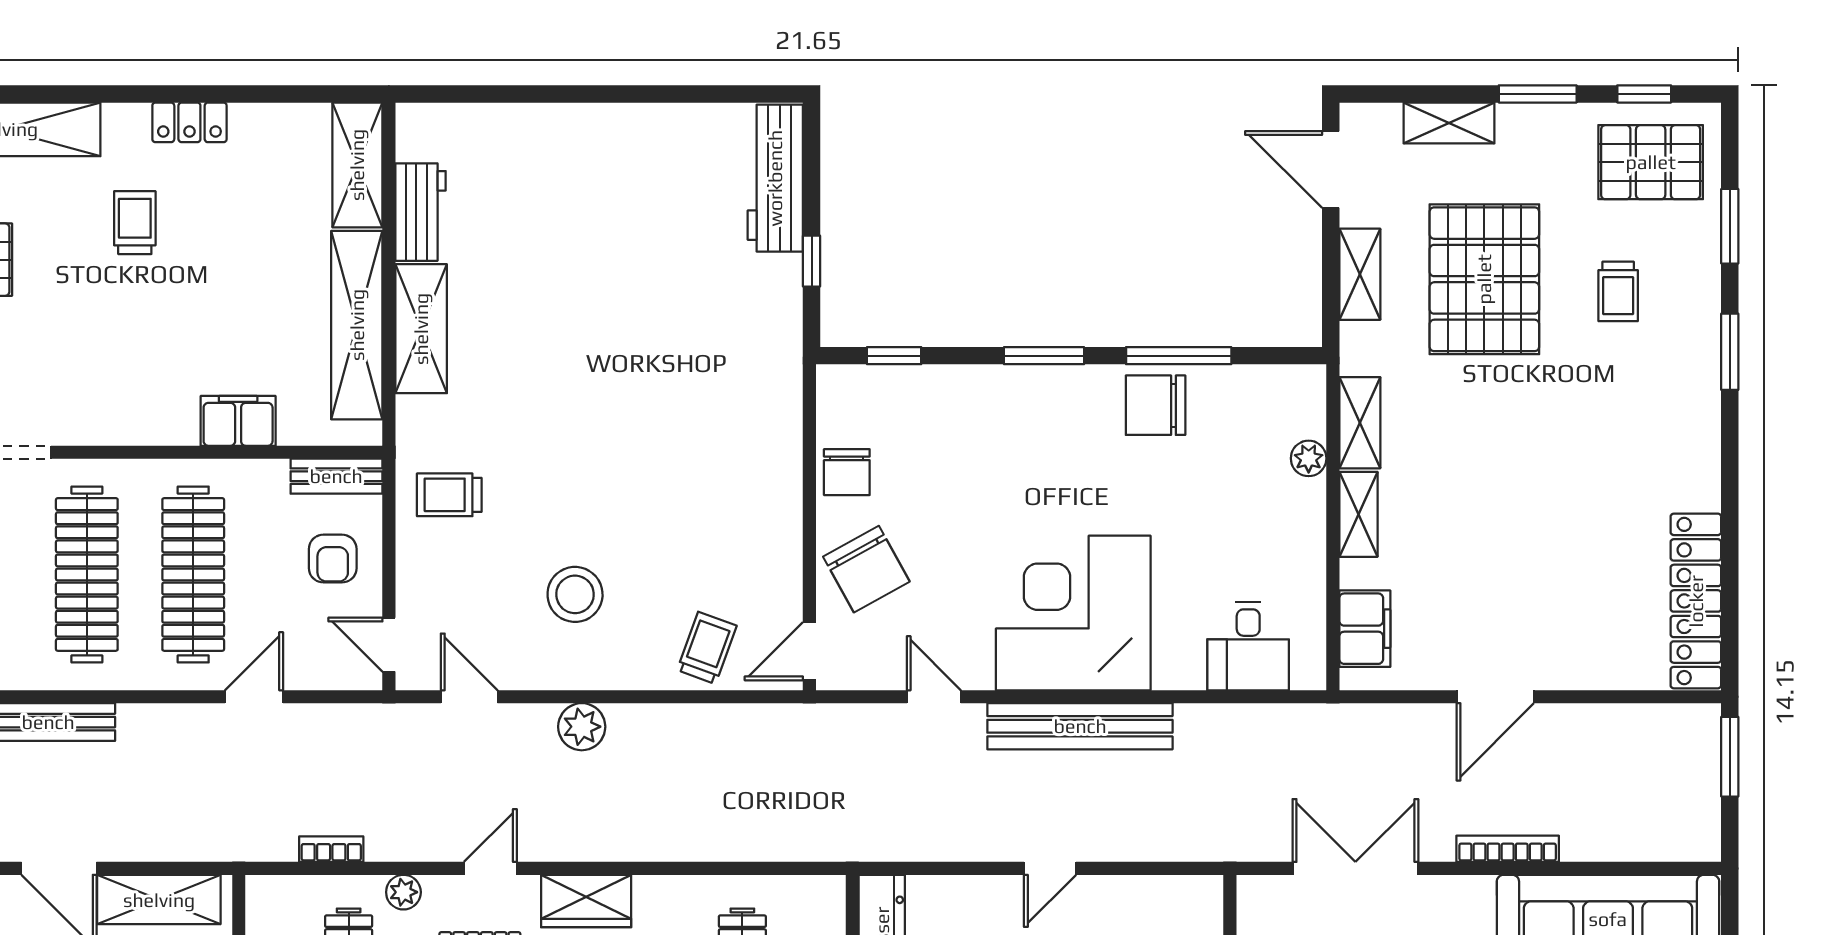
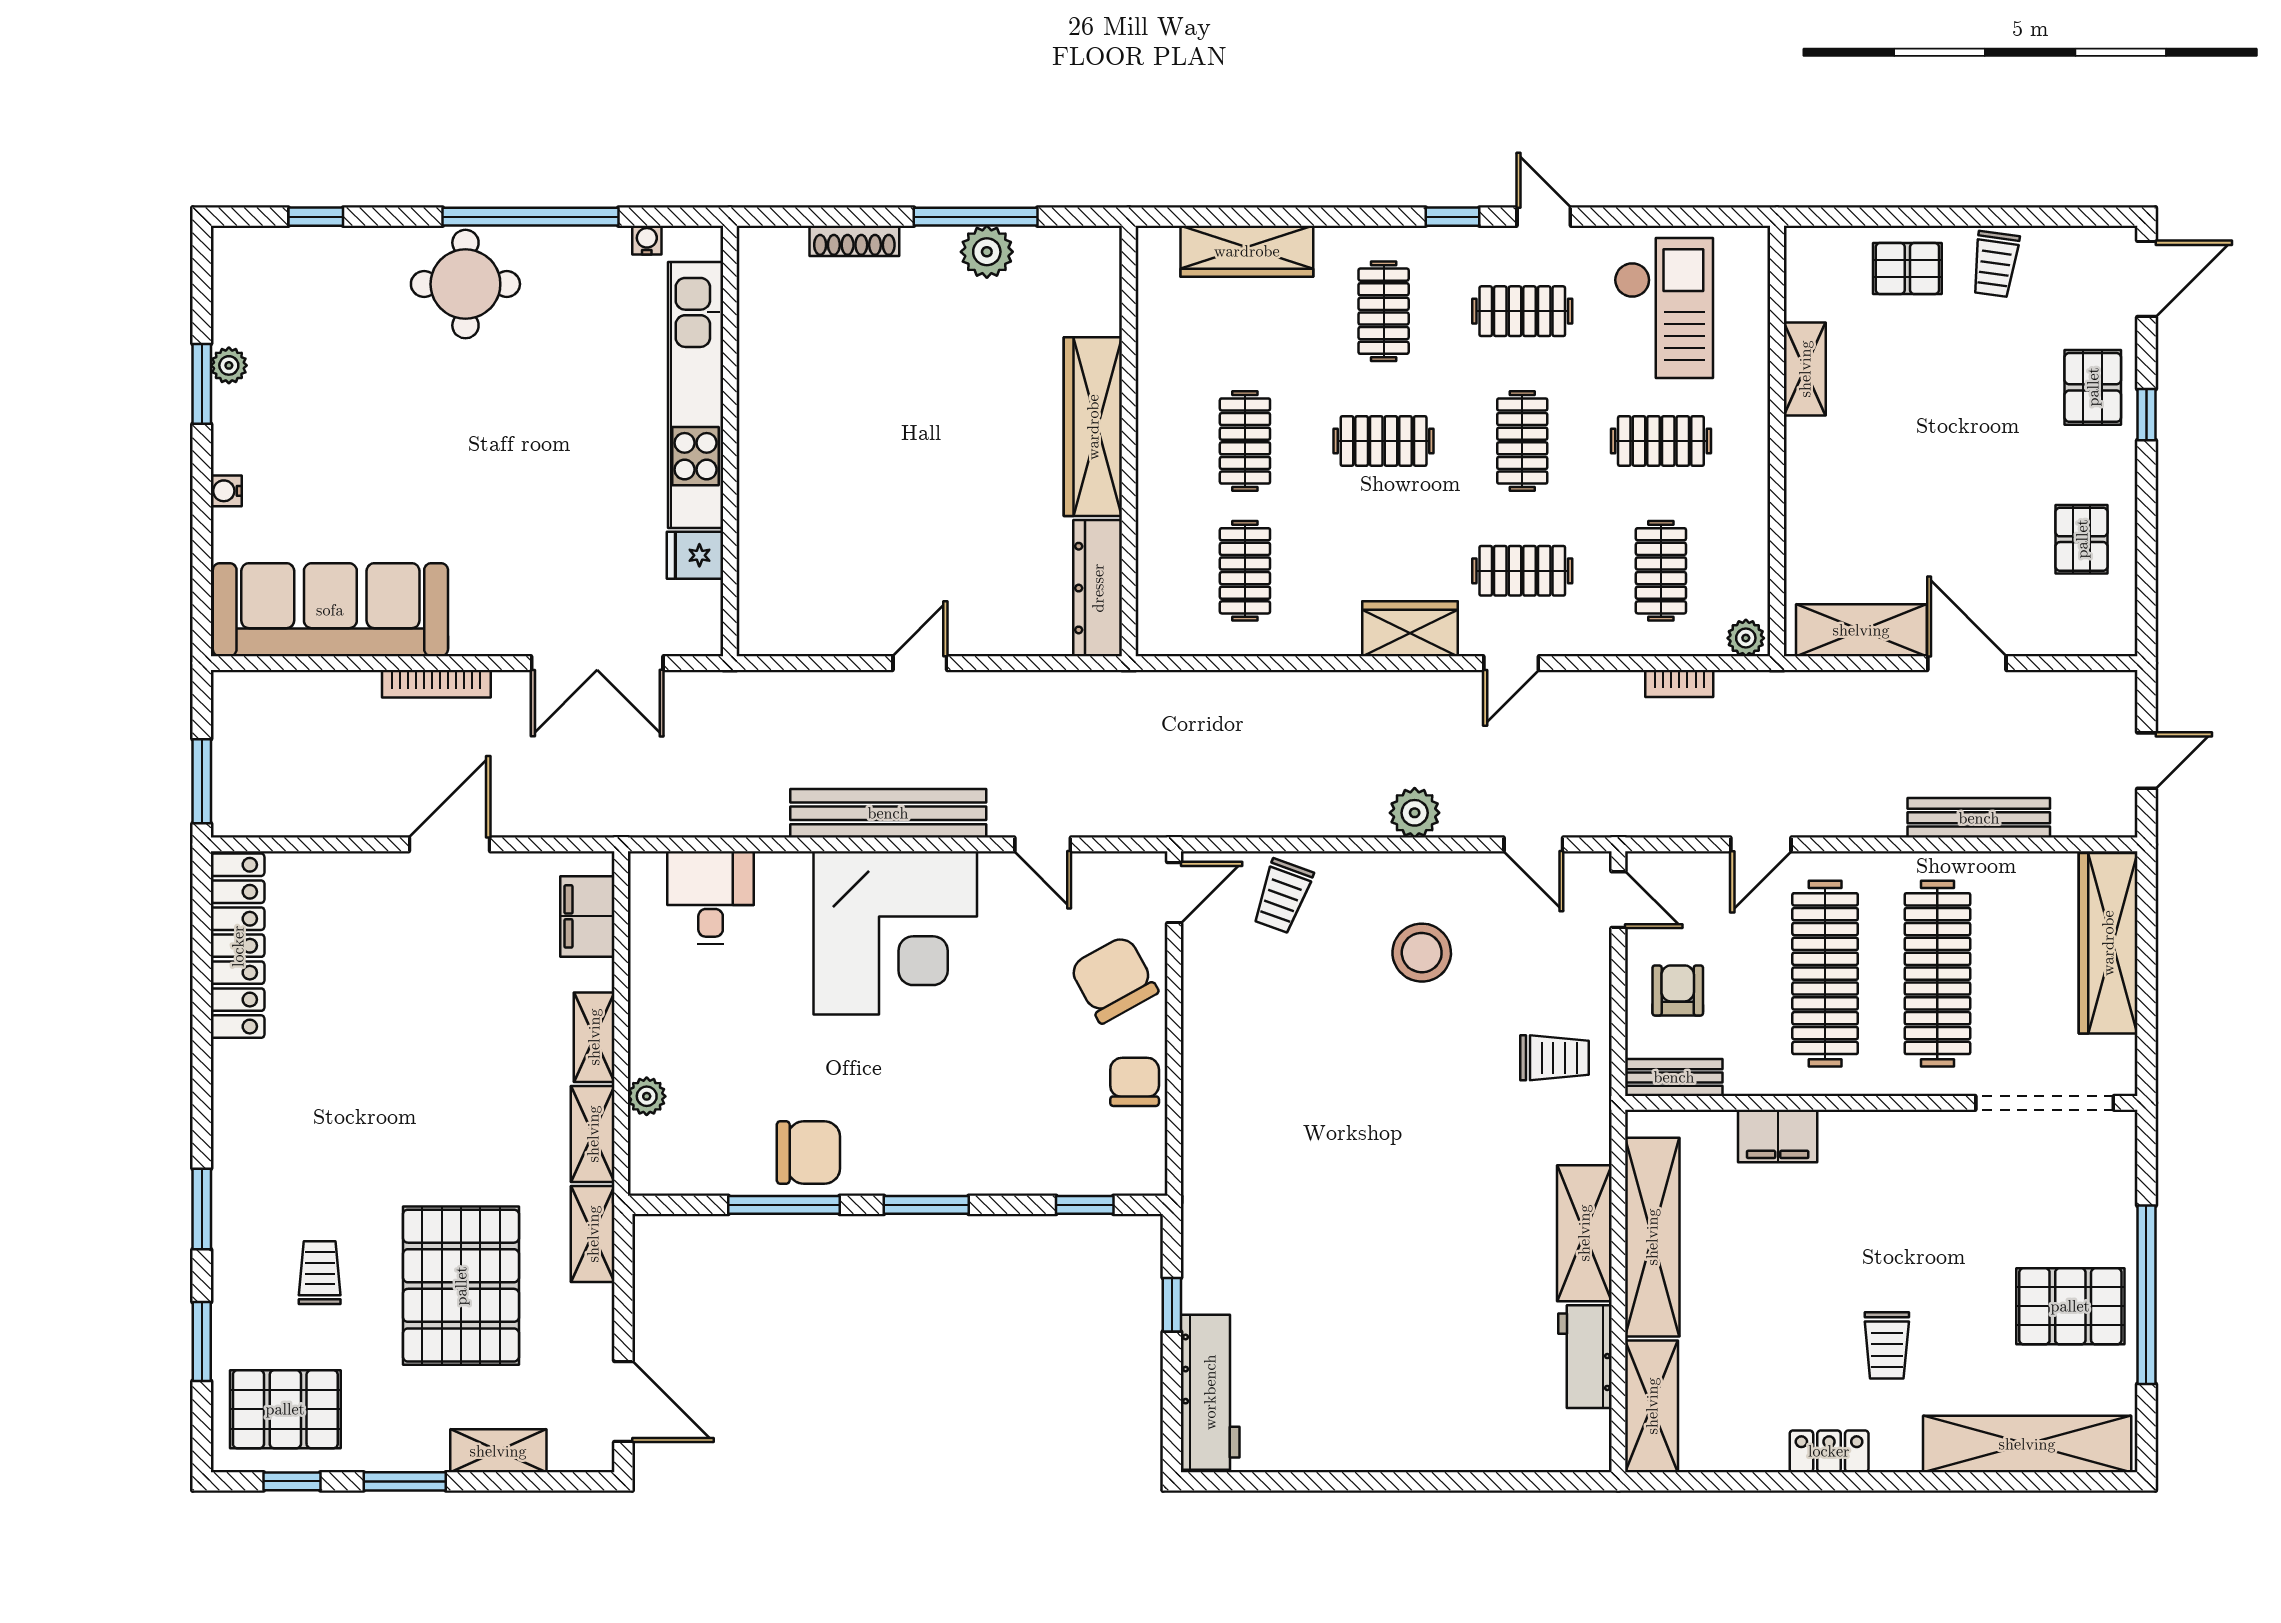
shelving: (1360, 274) -> (593, 1234), moved
plant: (403, 892) -> (1746, 638), moved

